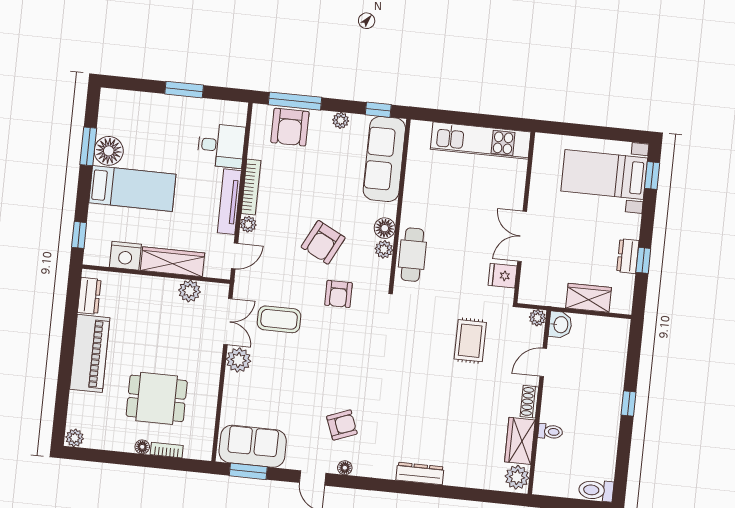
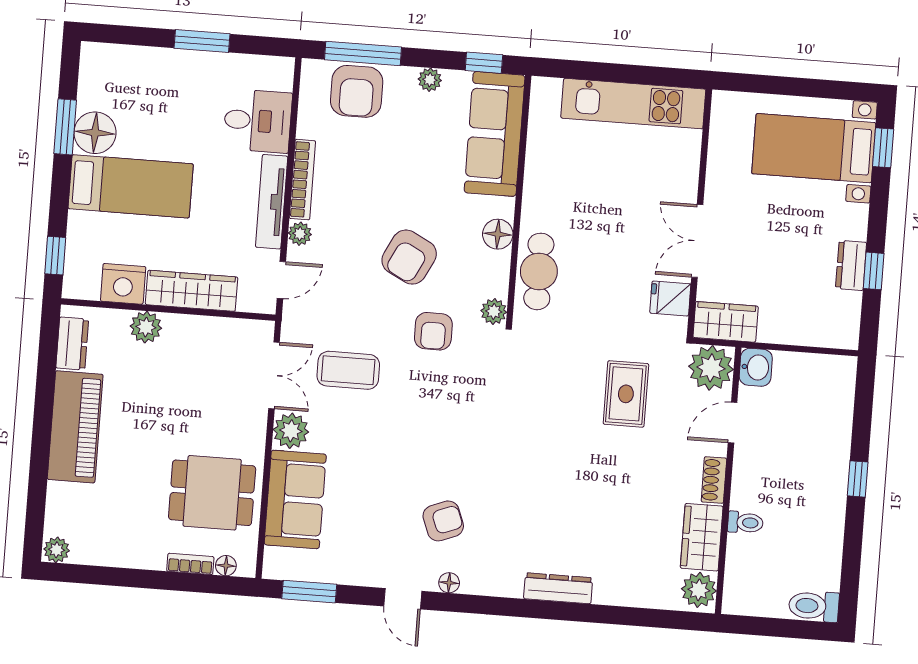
plant: (384, 249) -> (494, 311), moved
plant: (189, 291) -> (146, 327), moved
wardrobe: (589, 298) -> (726, 322), moved
plant: (537, 318) -> (711, 368), width x1.88, depth x1.88
dining table: (157, 398) -> (212, 493), moved
sofa: (253, 446) -> (295, 499), moved, turned 90
floor lamp: (142, 447) -> (226, 566), moved

